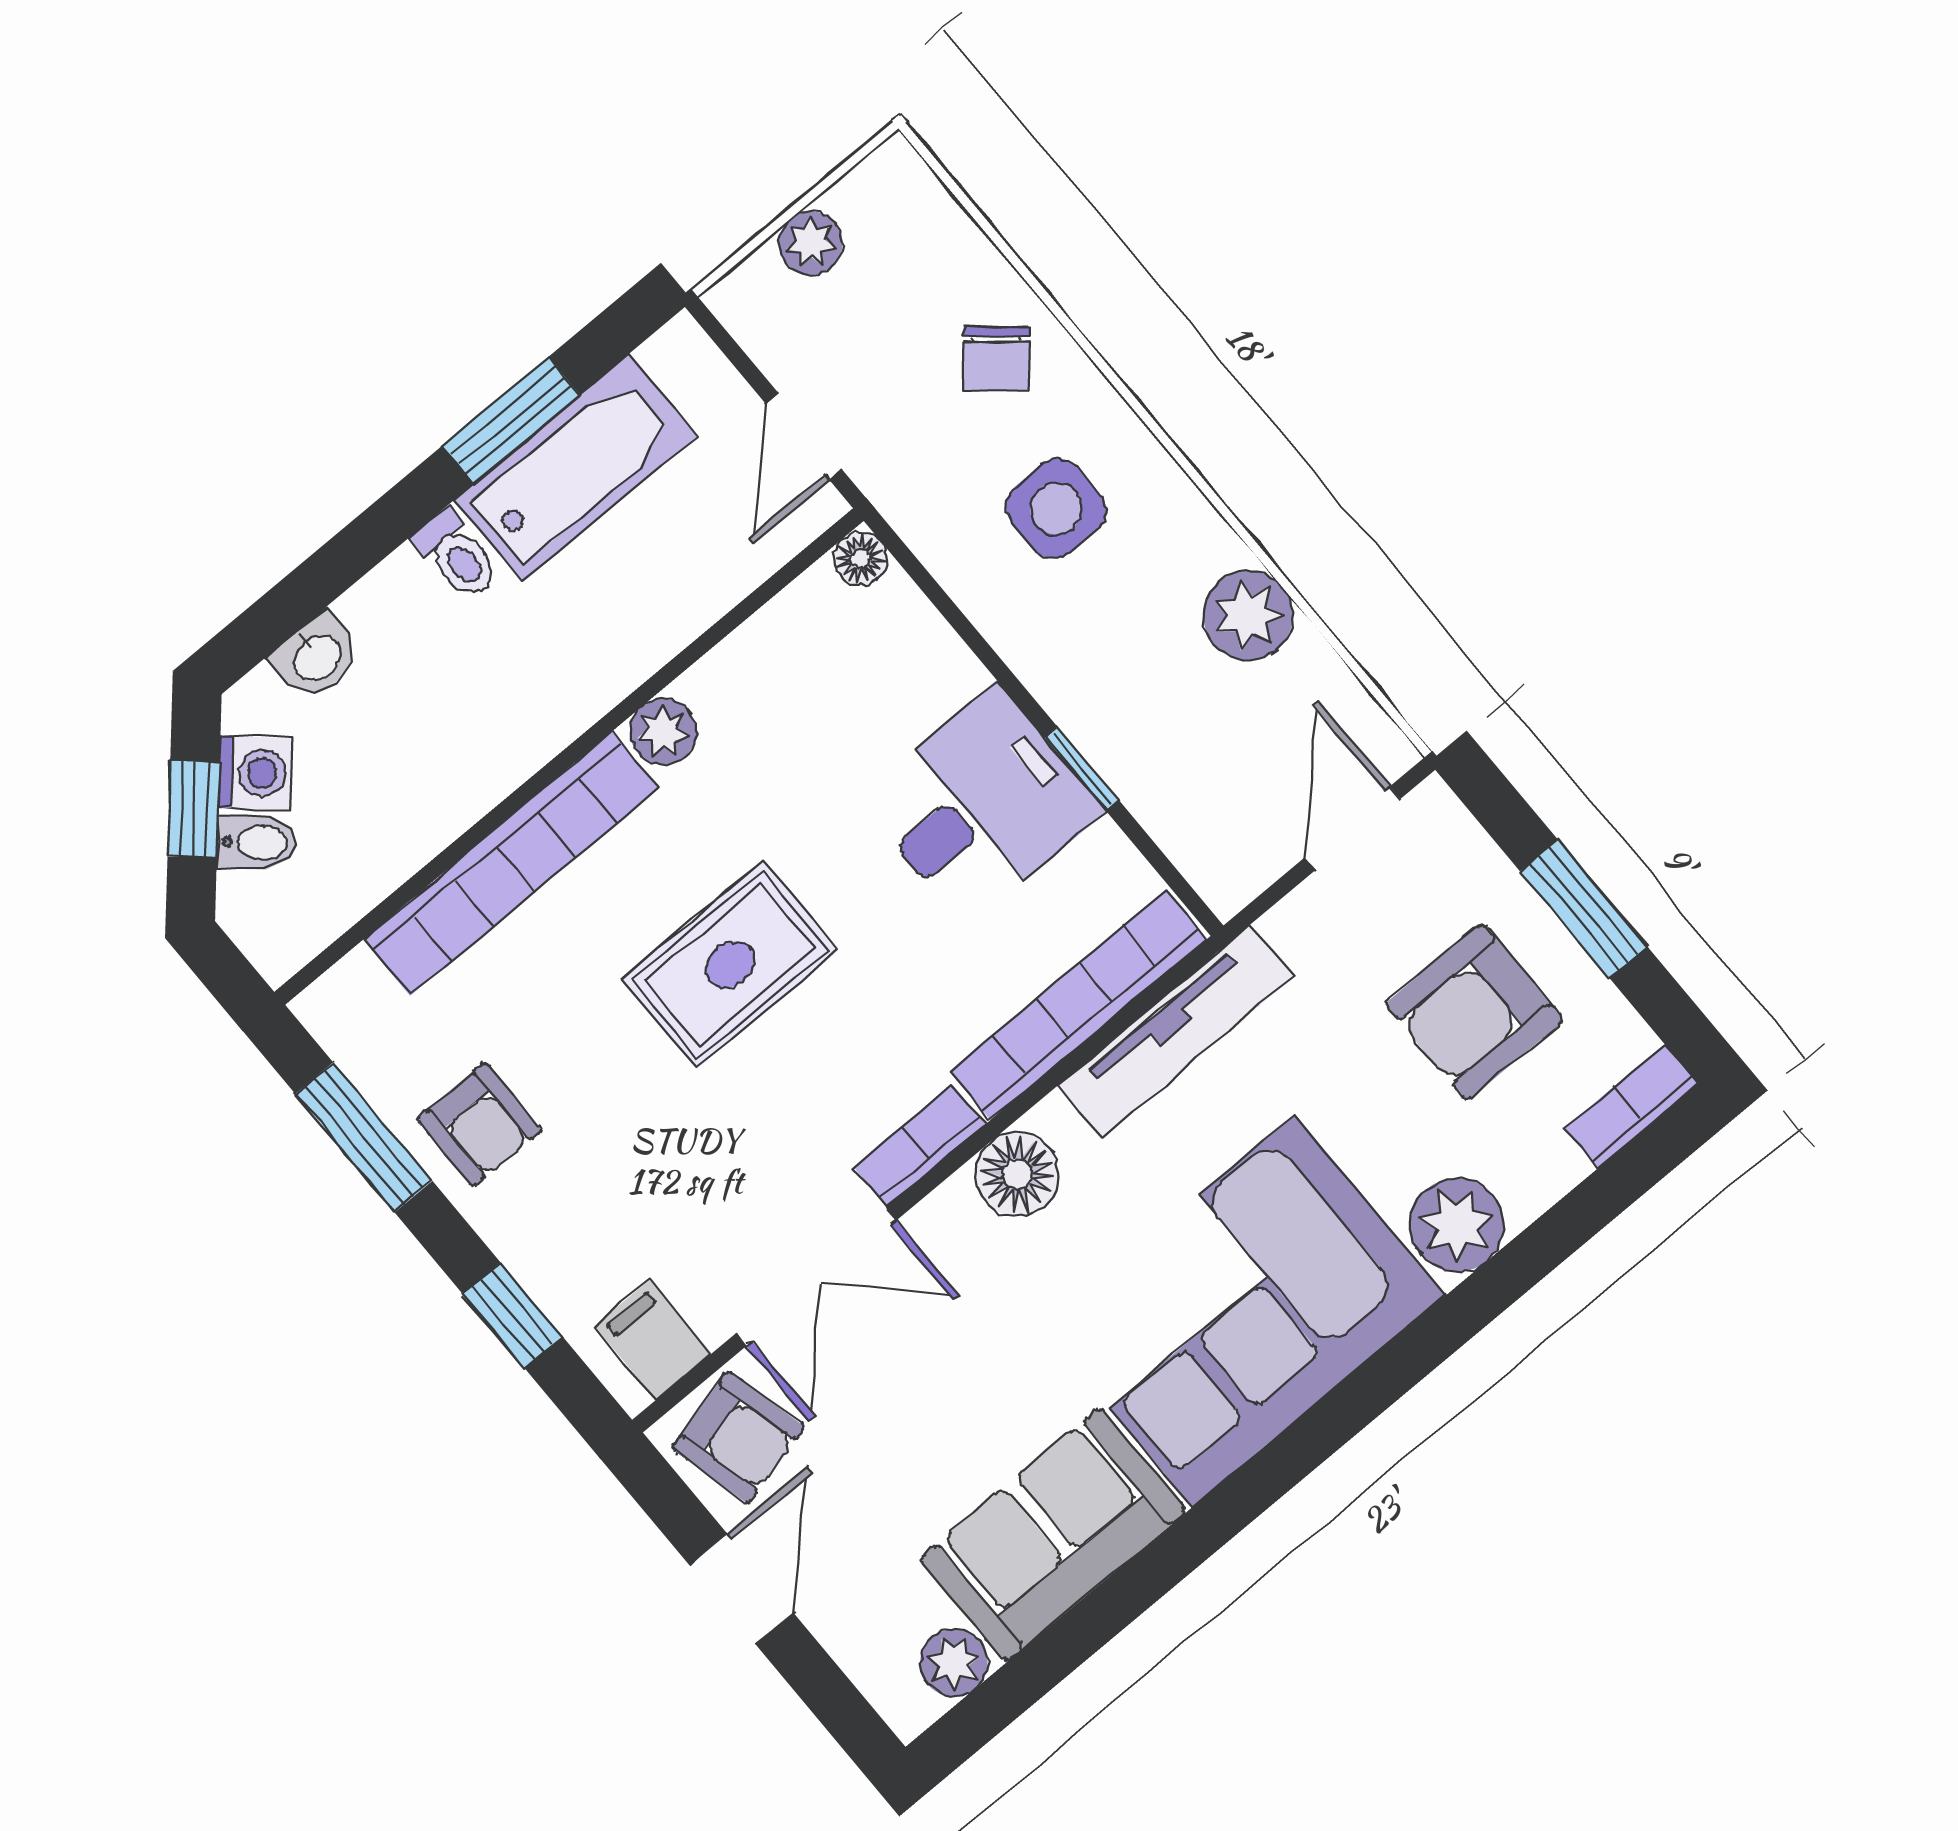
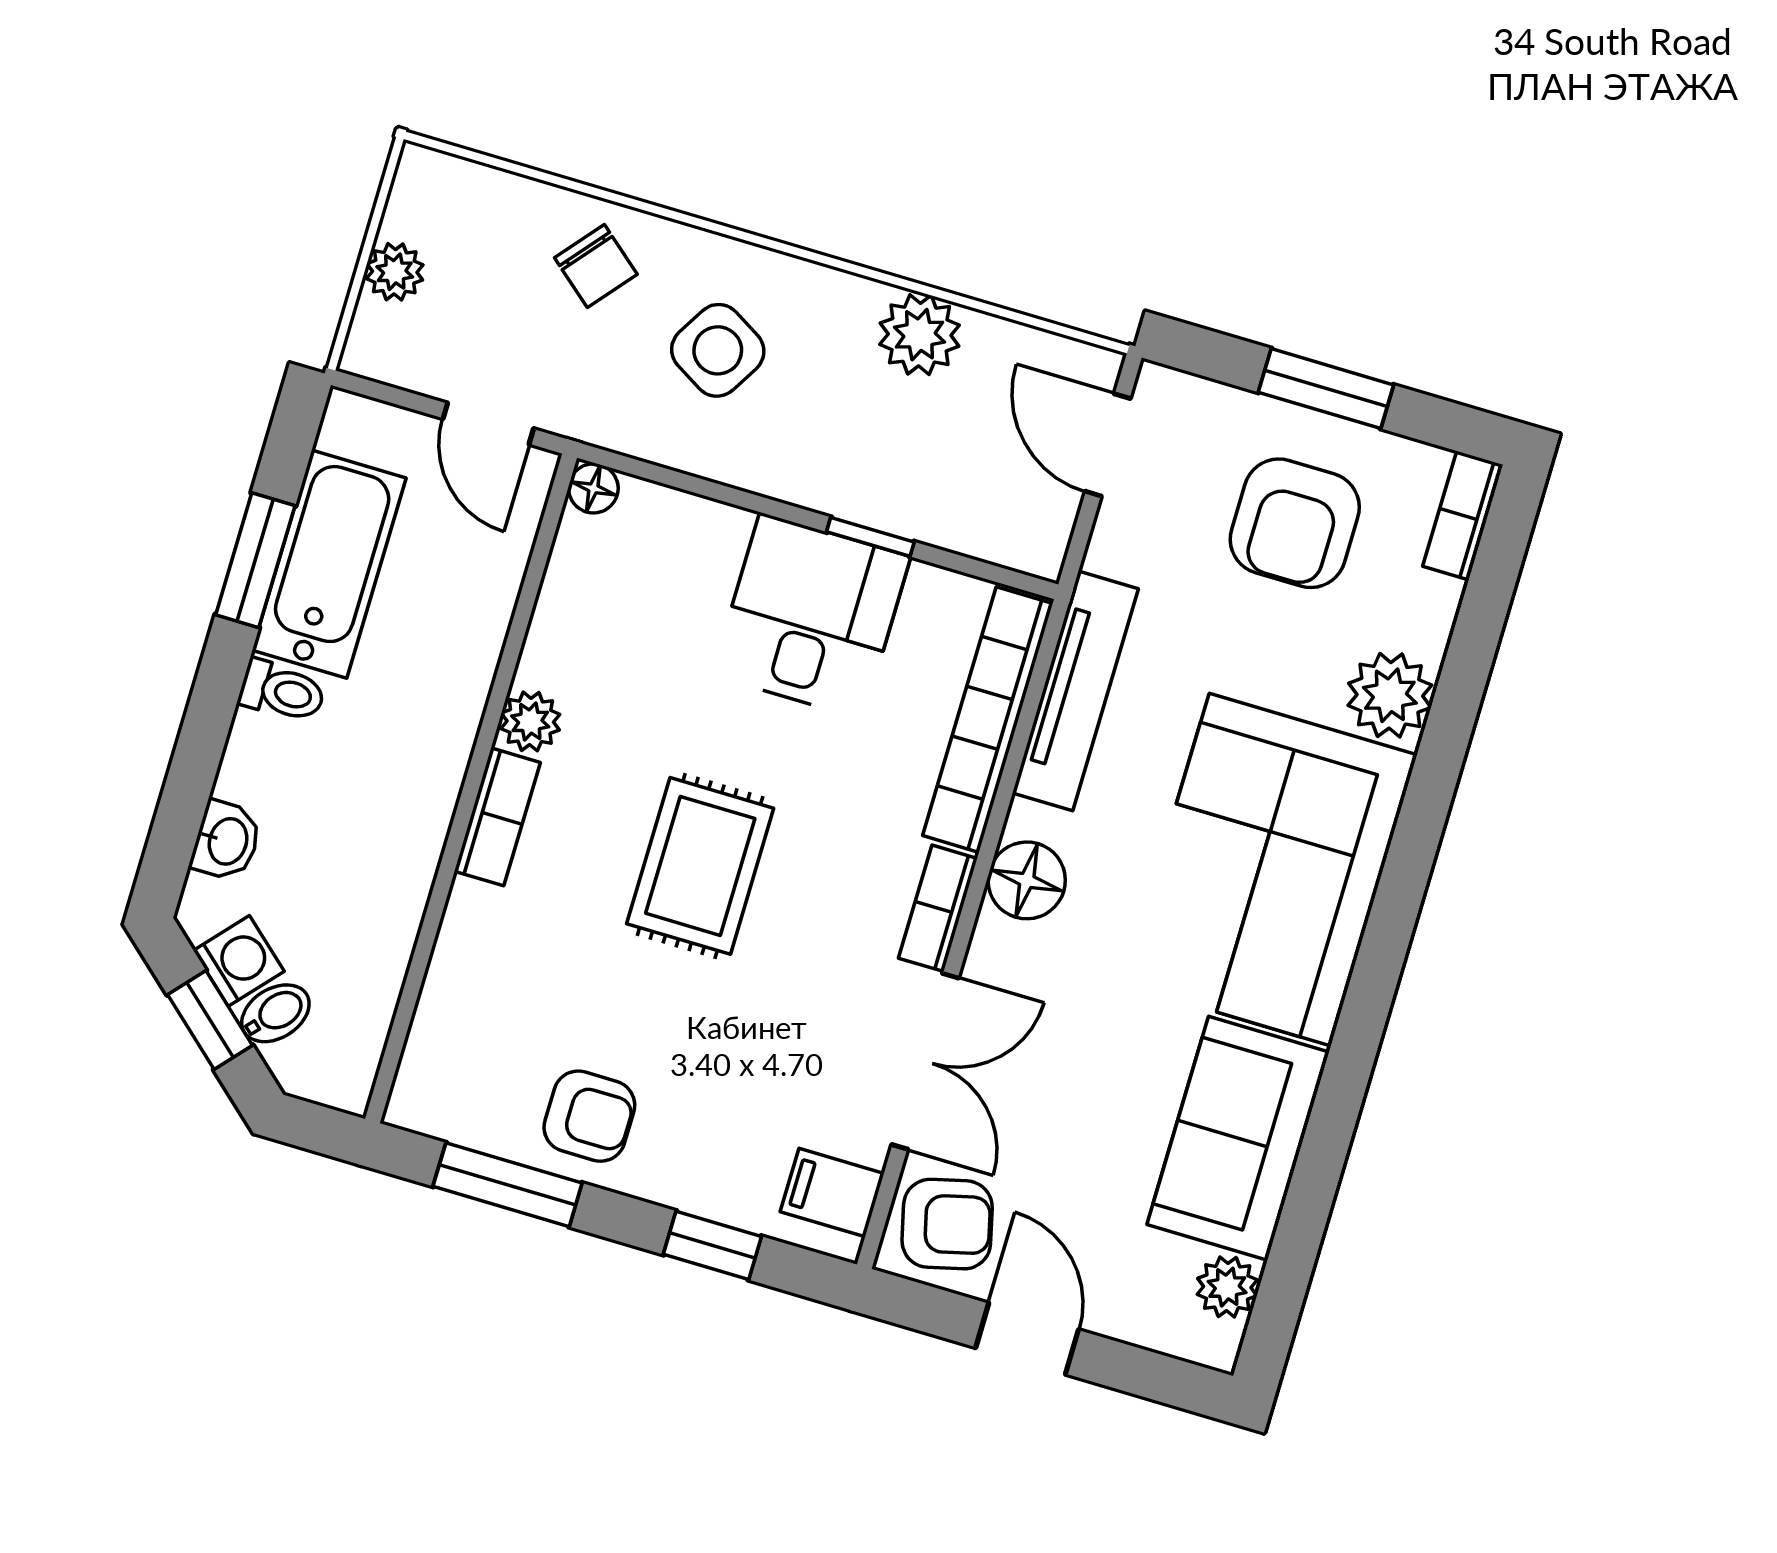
side table: (1056, 508) -> (718, 350), turned 31
bookcase: (511, 864) -> (497, 817), width x0.43, depth x0.76

